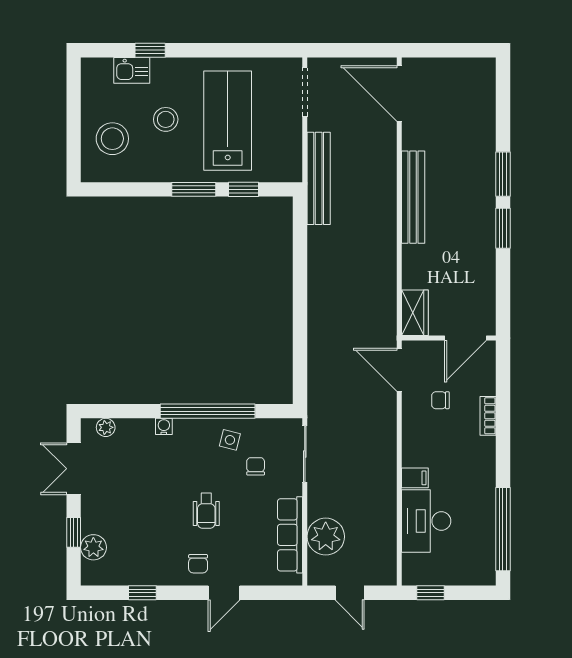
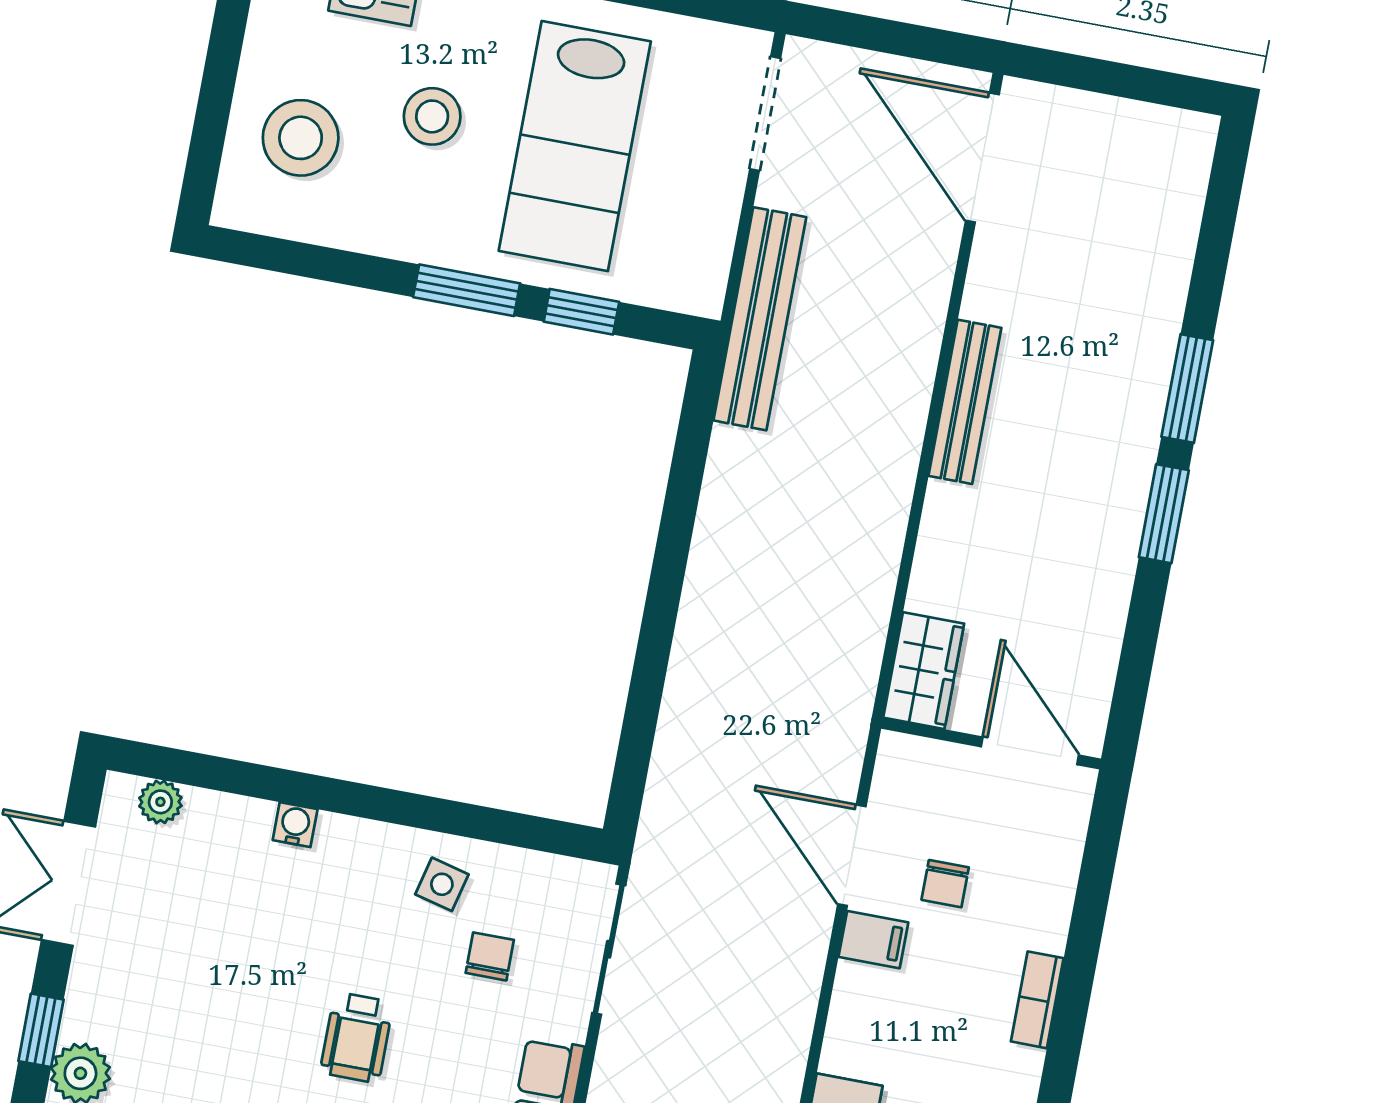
lab bench: (228, 121) -> (575, 146), turned 180
bench: (413, 197) -> (965, 402), width x0.73, depth x0.82
door: (466, 338) -> (1030, 751), swing flipped
door: (399, 370) -> (852, 855), moved
chair: (440, 400) -> (945, 884), turned -90
window: (208, 411) -> (403, 808), removed
bookcase: (488, 416) -> (1037, 1000), moved
filing cabinet: (415, 478) -> (873, 940), moved

